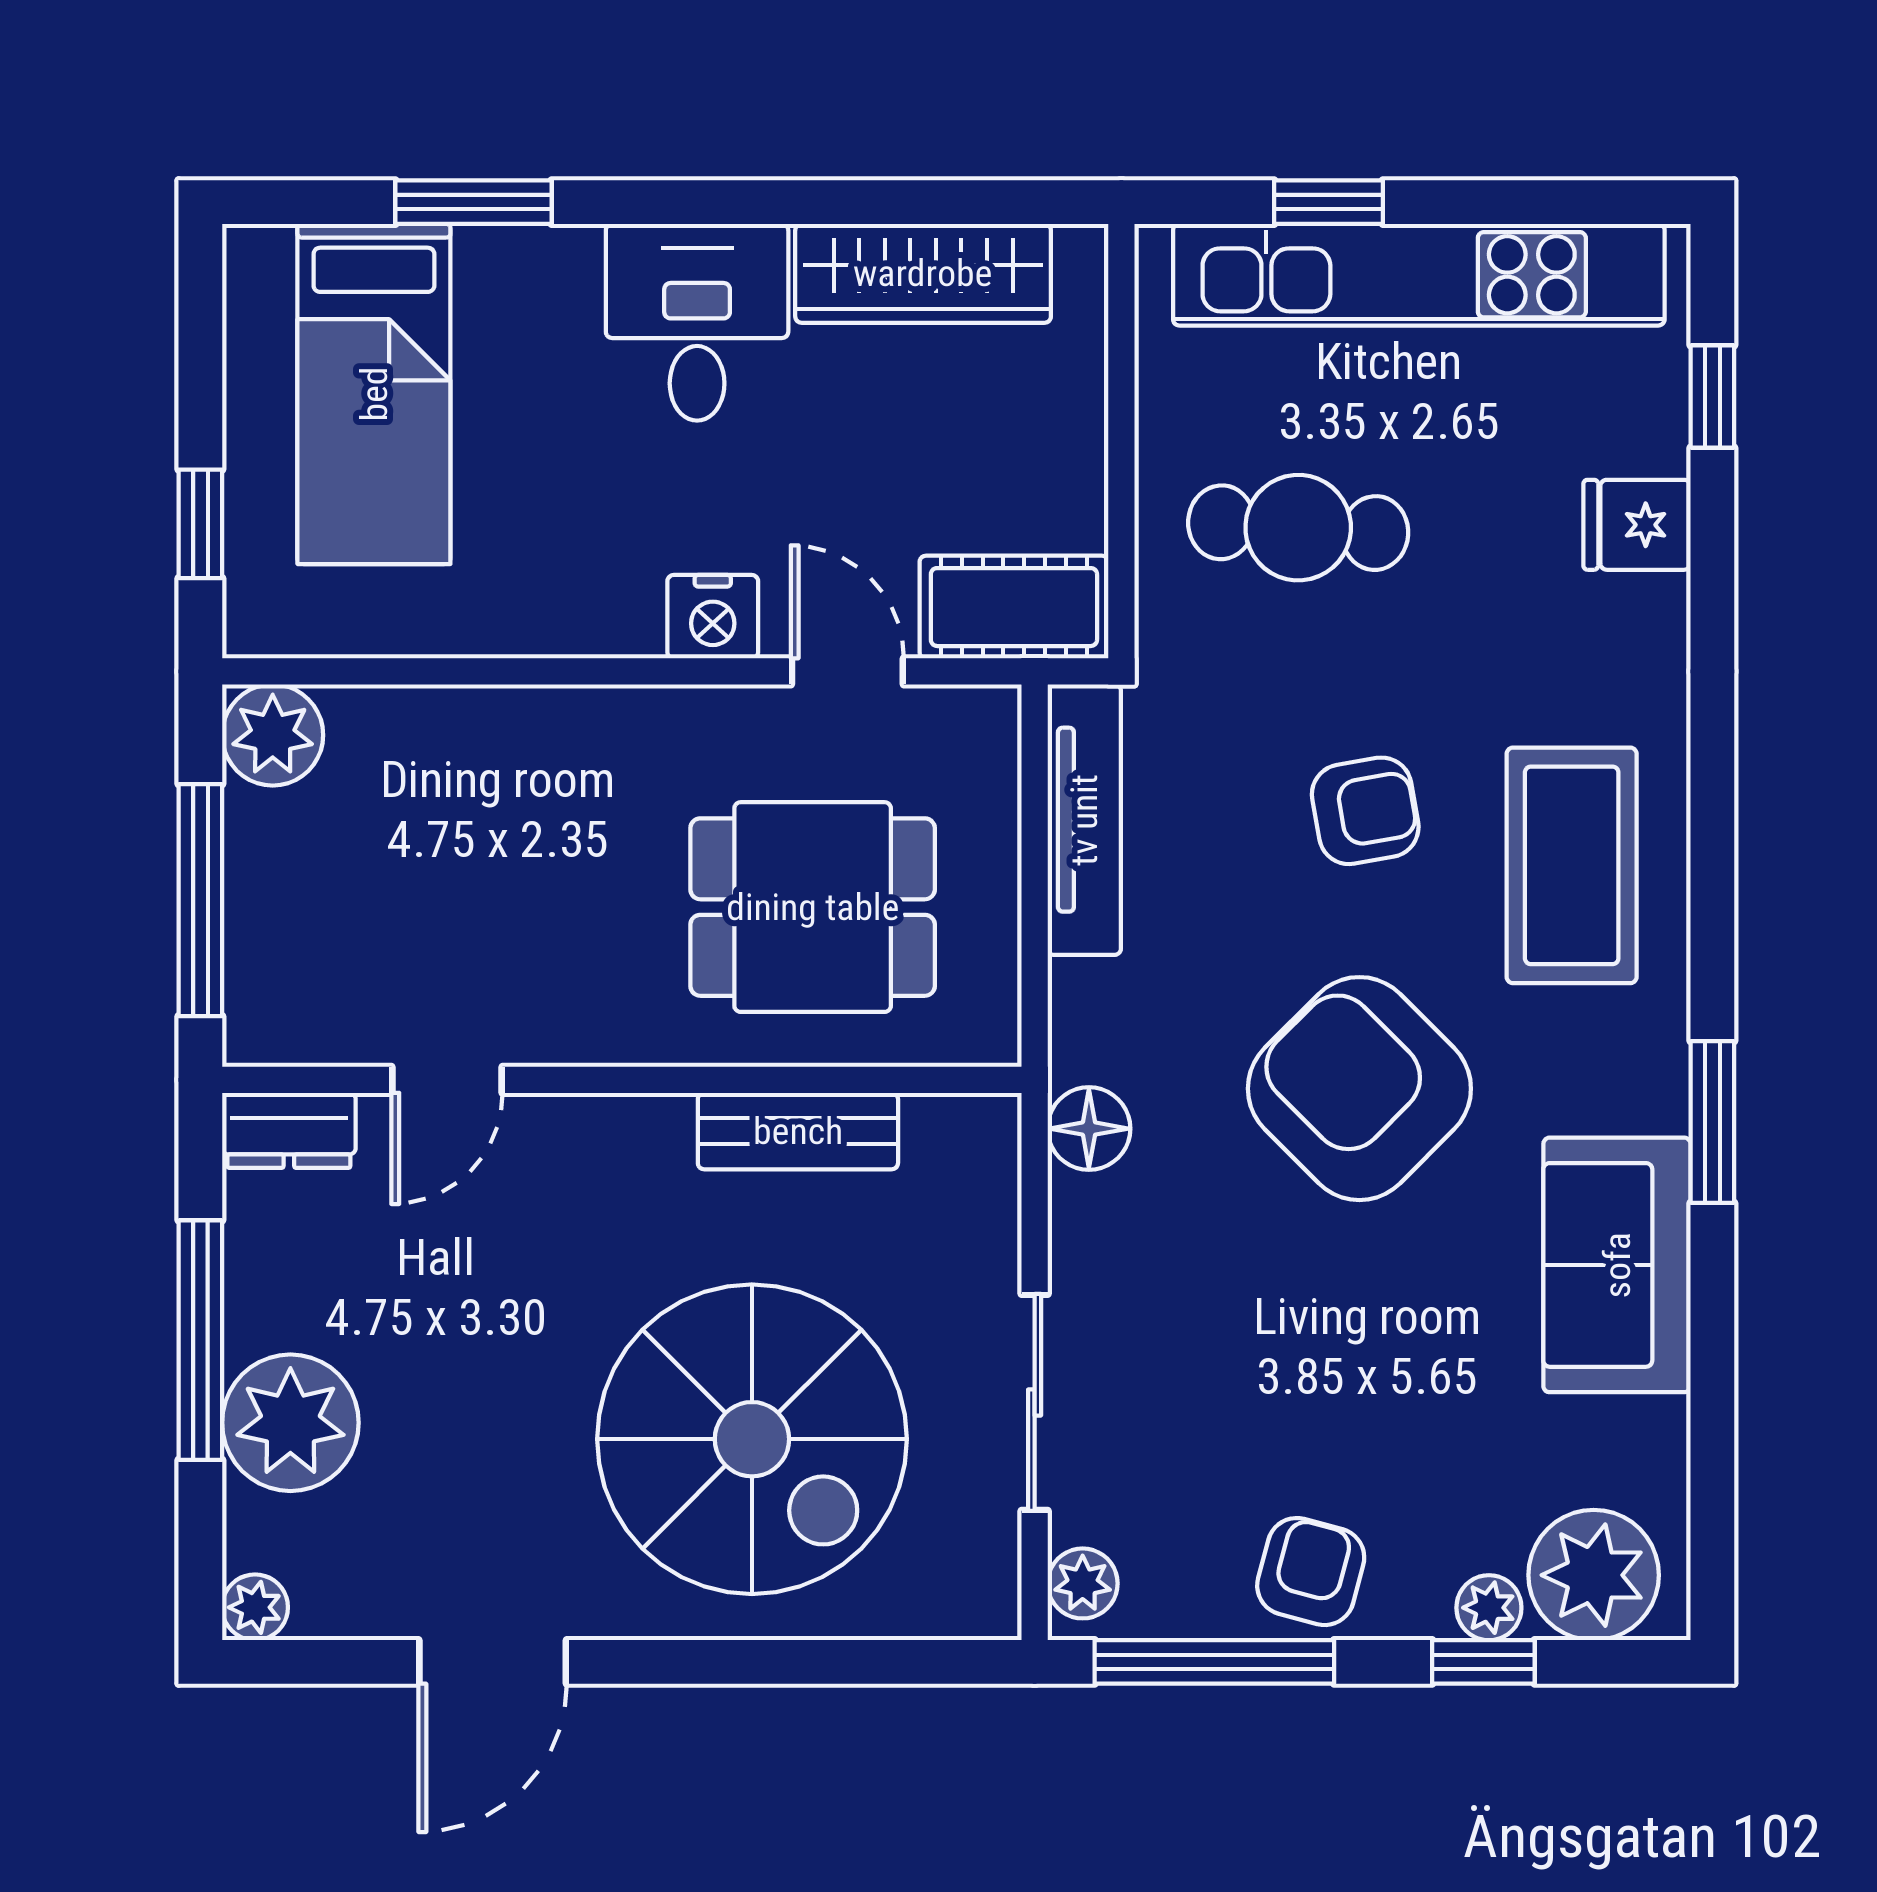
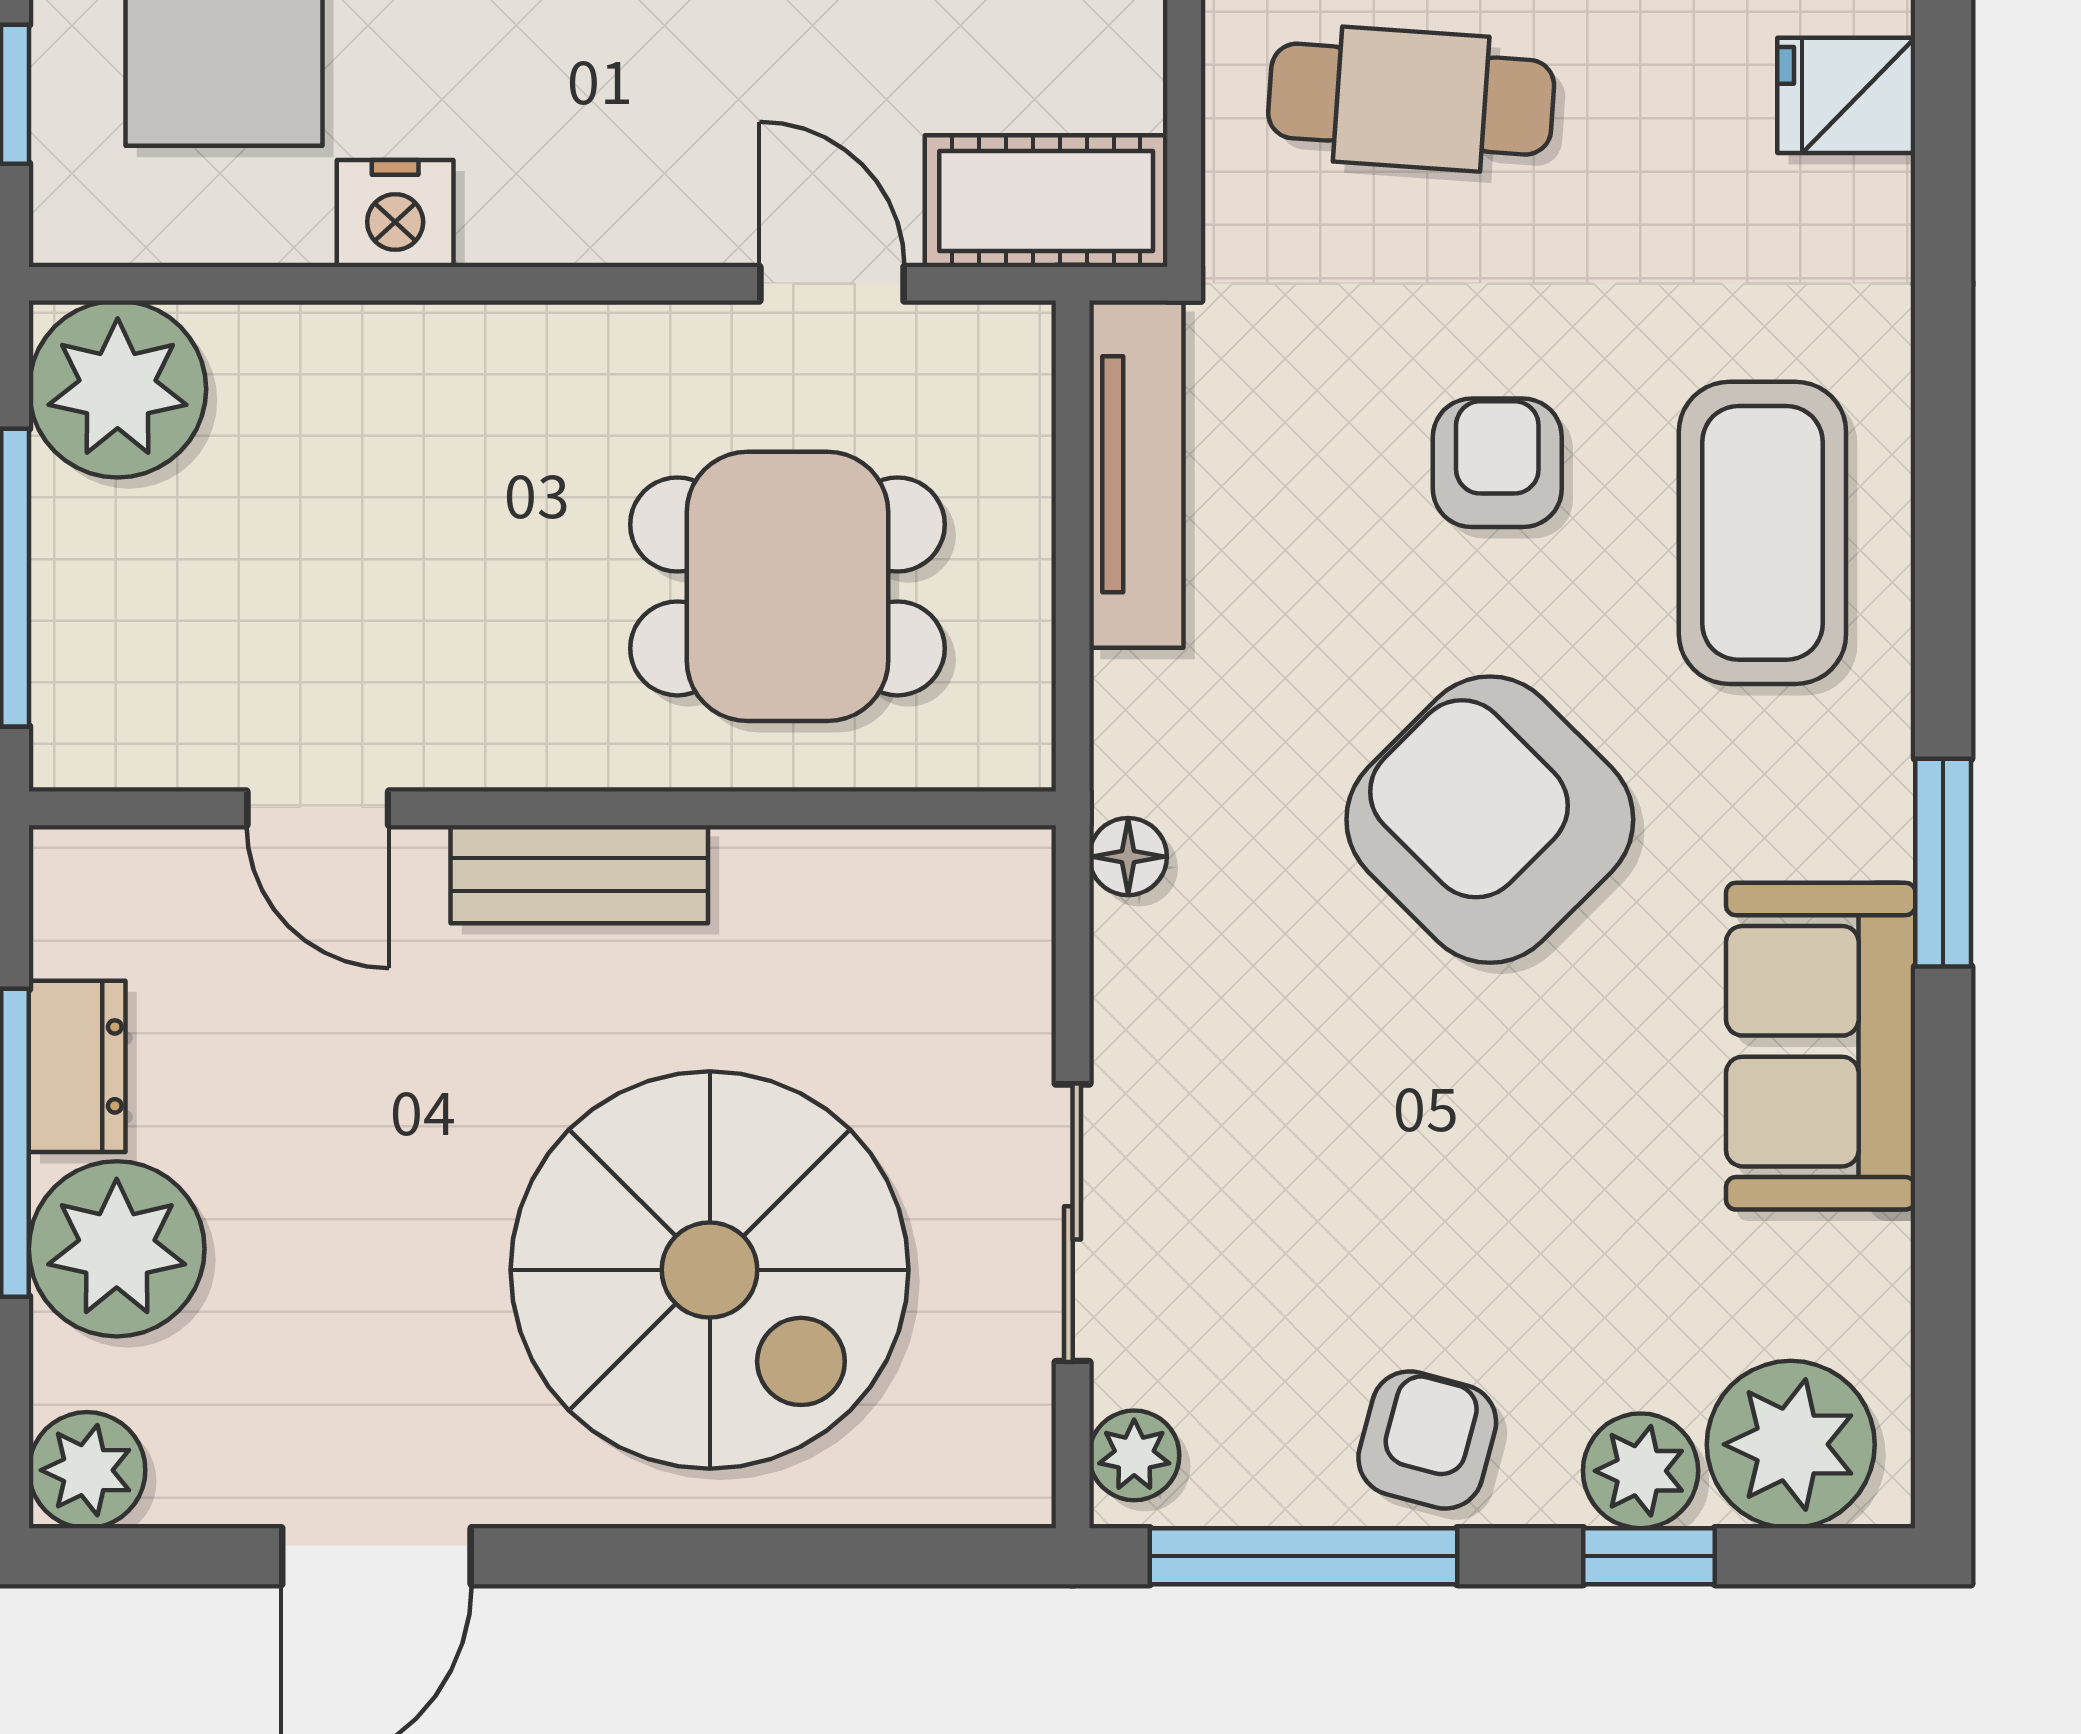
nightstand: (713, 617) -> (395, 213), moved
plant: (273, 735) -> (118, 389), width x1.36, depth x1.36
armchair: (1365, 811) -> (1497, 463), turned -80
door: (447, 1080) -> (318, 808), hinge flipped
floor lamp: (1089, 1129) -> (1128, 857), width x0.73, depth x0.73
dresser: (289, 1130) -> (77, 1066), moved, turned -90
bench: (798, 1131) -> (579, 874), moved
plant: (255, 1607) -> (87, 1470), width x1.38, depth x1.38
plant: (1489, 1608) -> (1641, 1471), width x1.38, depth x1.38

